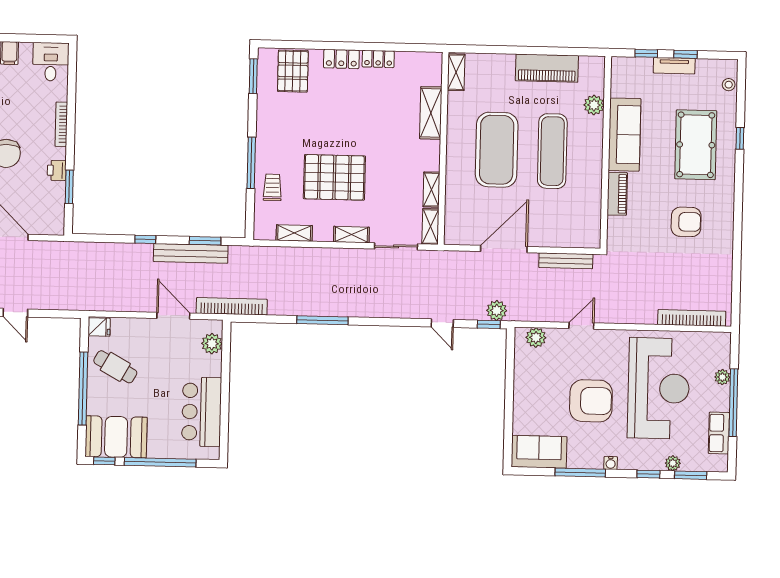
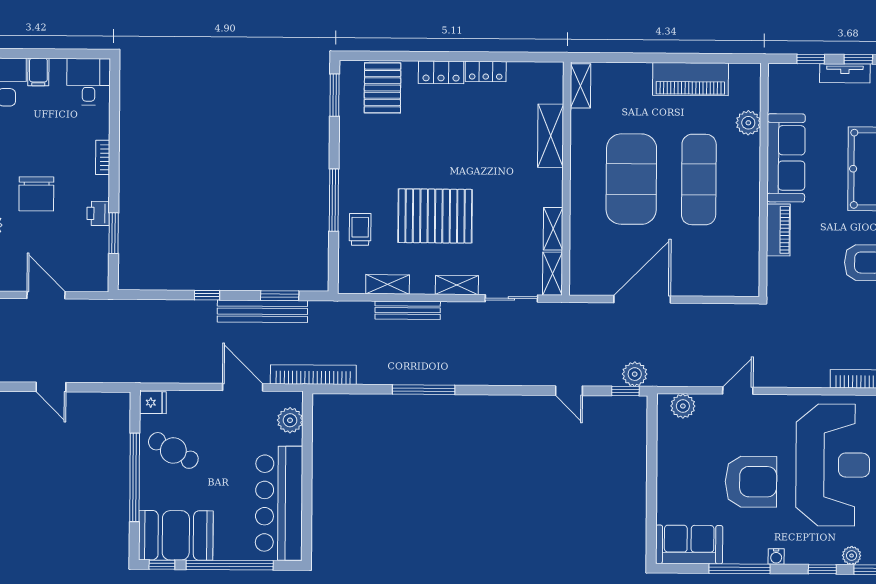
bookcase: (61, 124) -> (103, 157), width x0.64
bench: (566, 261) -> (408, 310), moved
bar counter: (202, 412) -> (279, 503), width x1.36

